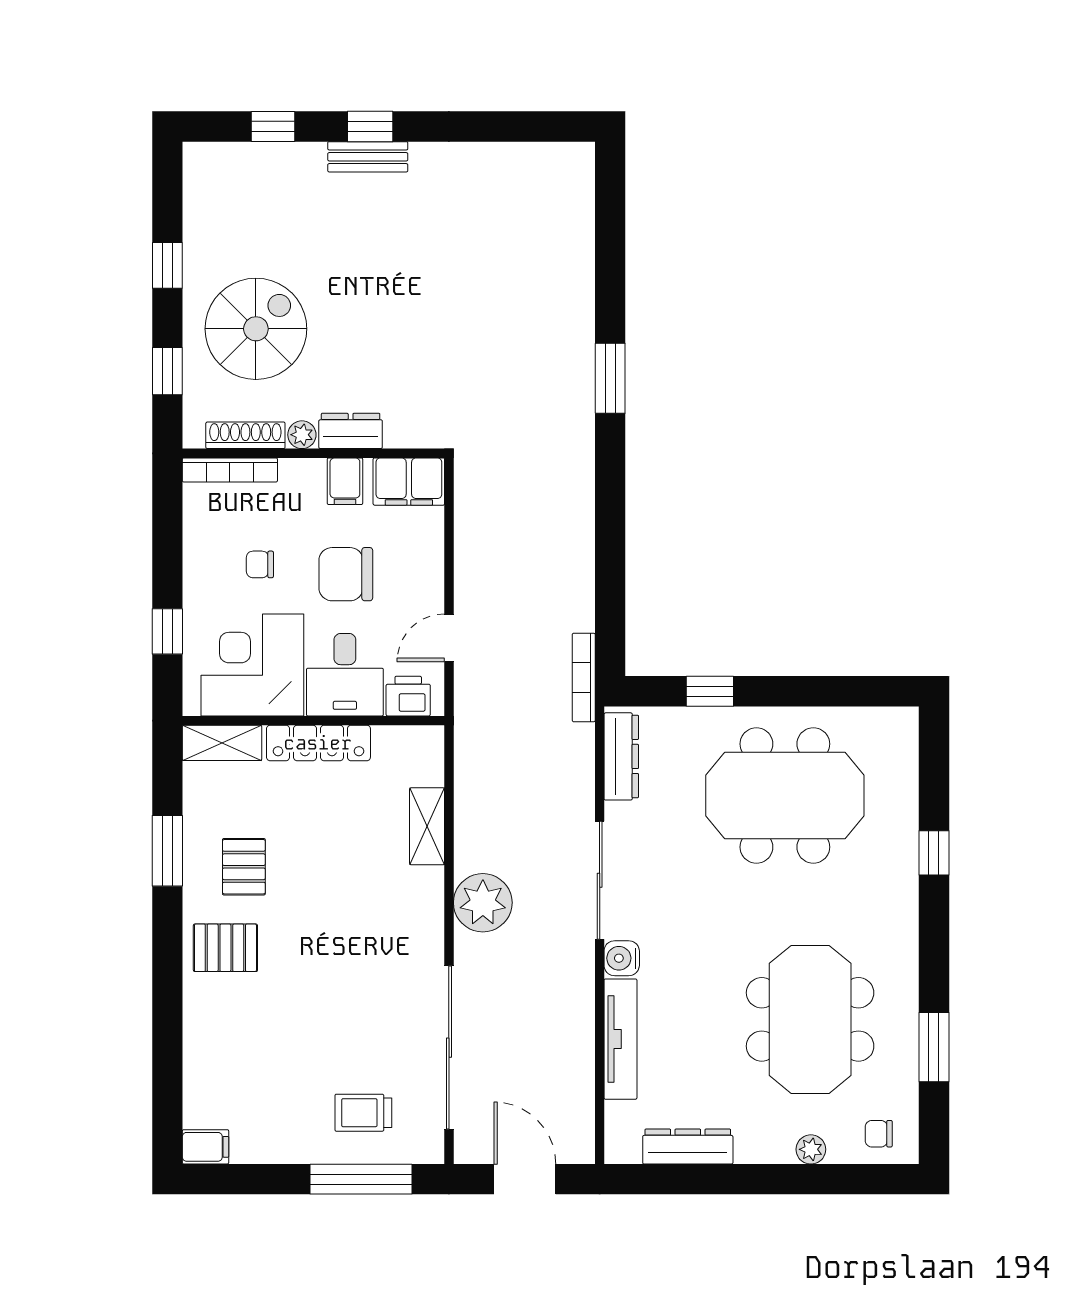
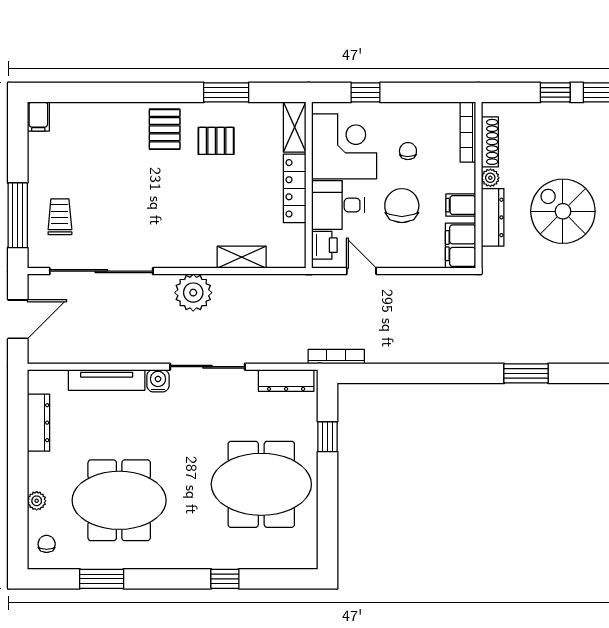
spiral stairs: (256, 329) -> (563, 211), moved, turned 180
window: (167, 371) -> (555, 92), moved
dresser: (351, 431) -> (493, 217), width x1.44
meeting table: (785, 795) -> (261, 484), turned 90

